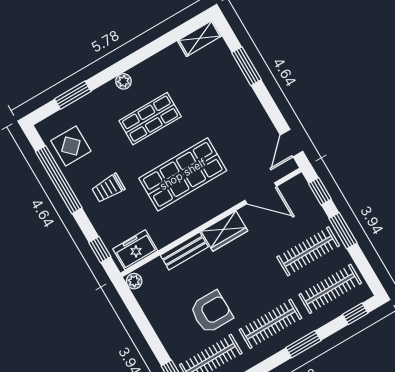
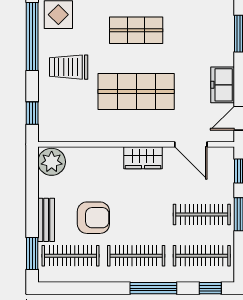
trolley: (108, 188) -> (69, 67), width x1.36, depth x1.39
freezer: (135, 250) -> (223, 85), moved, turned -90
bench: (184, 251) -> (46, 220), moved, turned 90
plant: (134, 281) -> (52, 162), width x1.87, depth x1.87
window: (303, 344) -> (153, 288), width x1.44

